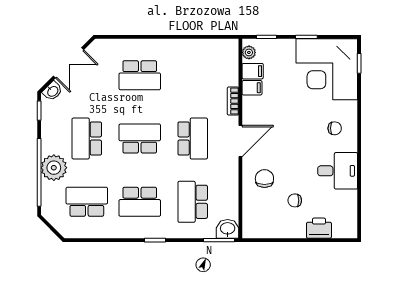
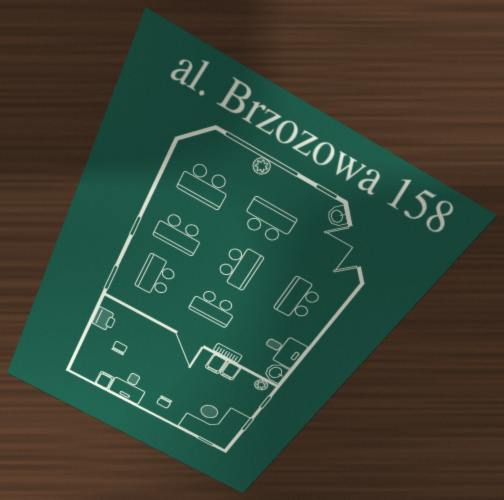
desk: (197, 57) -> (284, 350), added
filing cabinet: (253, 71) -> (216, 364), moved
plant: (54, 168) -> (262, 166), width x0.53, depth x0.53
chair: (264, 179) -> (149, 338), removed
filing cabinet: (347, 198) -> (104, 380), added
school desk: (87, 202) -> (205, 185), turned 90
school desk: (140, 202) -> (179, 233), turned -90
school desk: (193, 202) -> (156, 276), turned -90
printer: (319, 228) -> (104, 319), moved
washbasin: (228, 229) -> (276, 373), moved, turned 180

